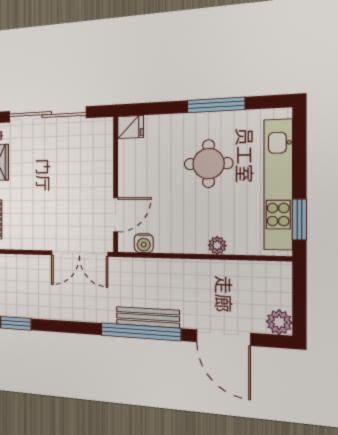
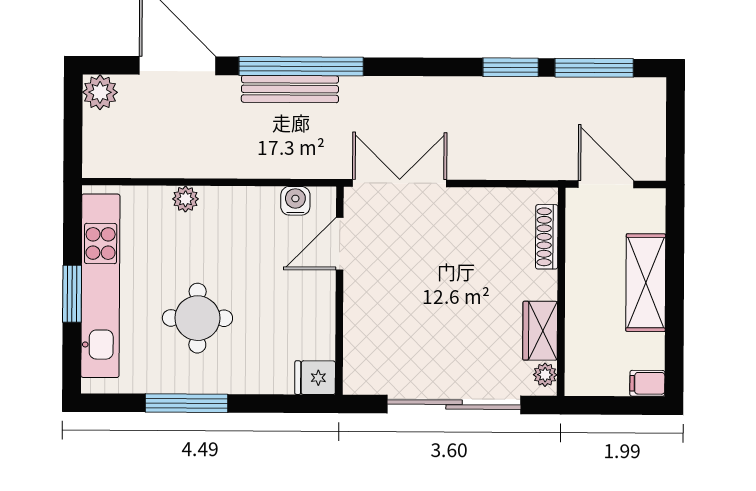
window: (299, 220) -> (72, 294), moved

